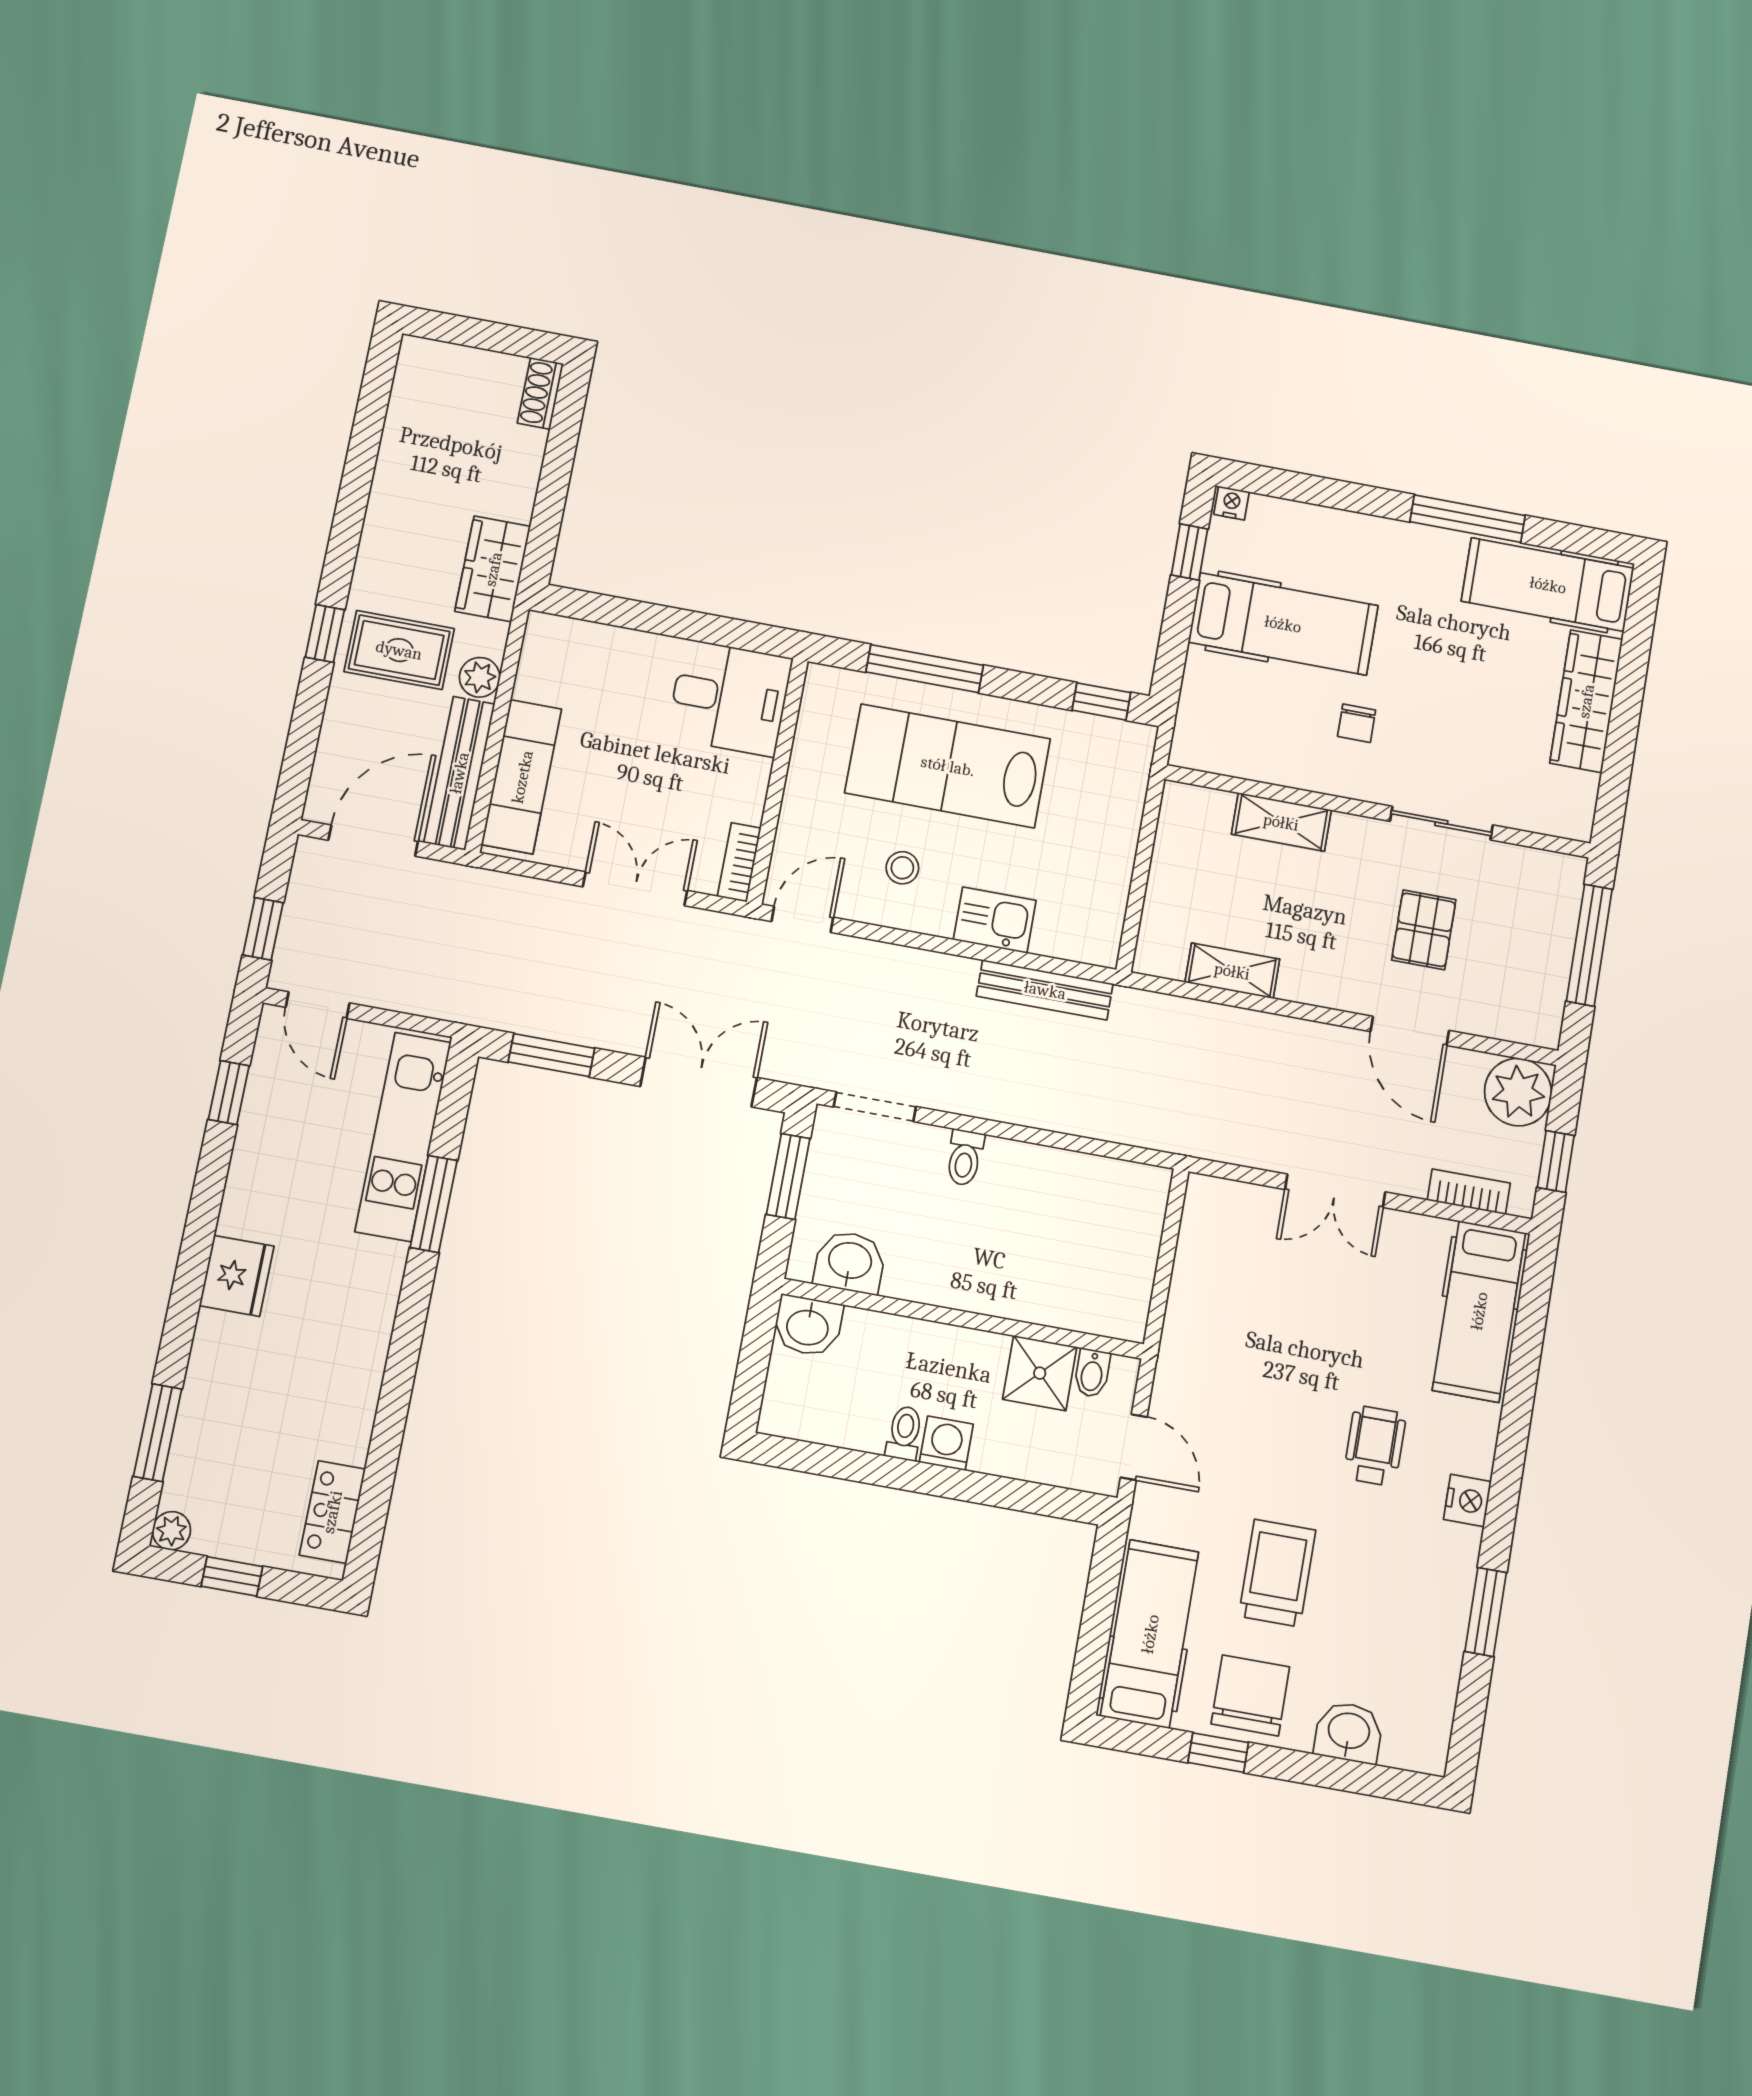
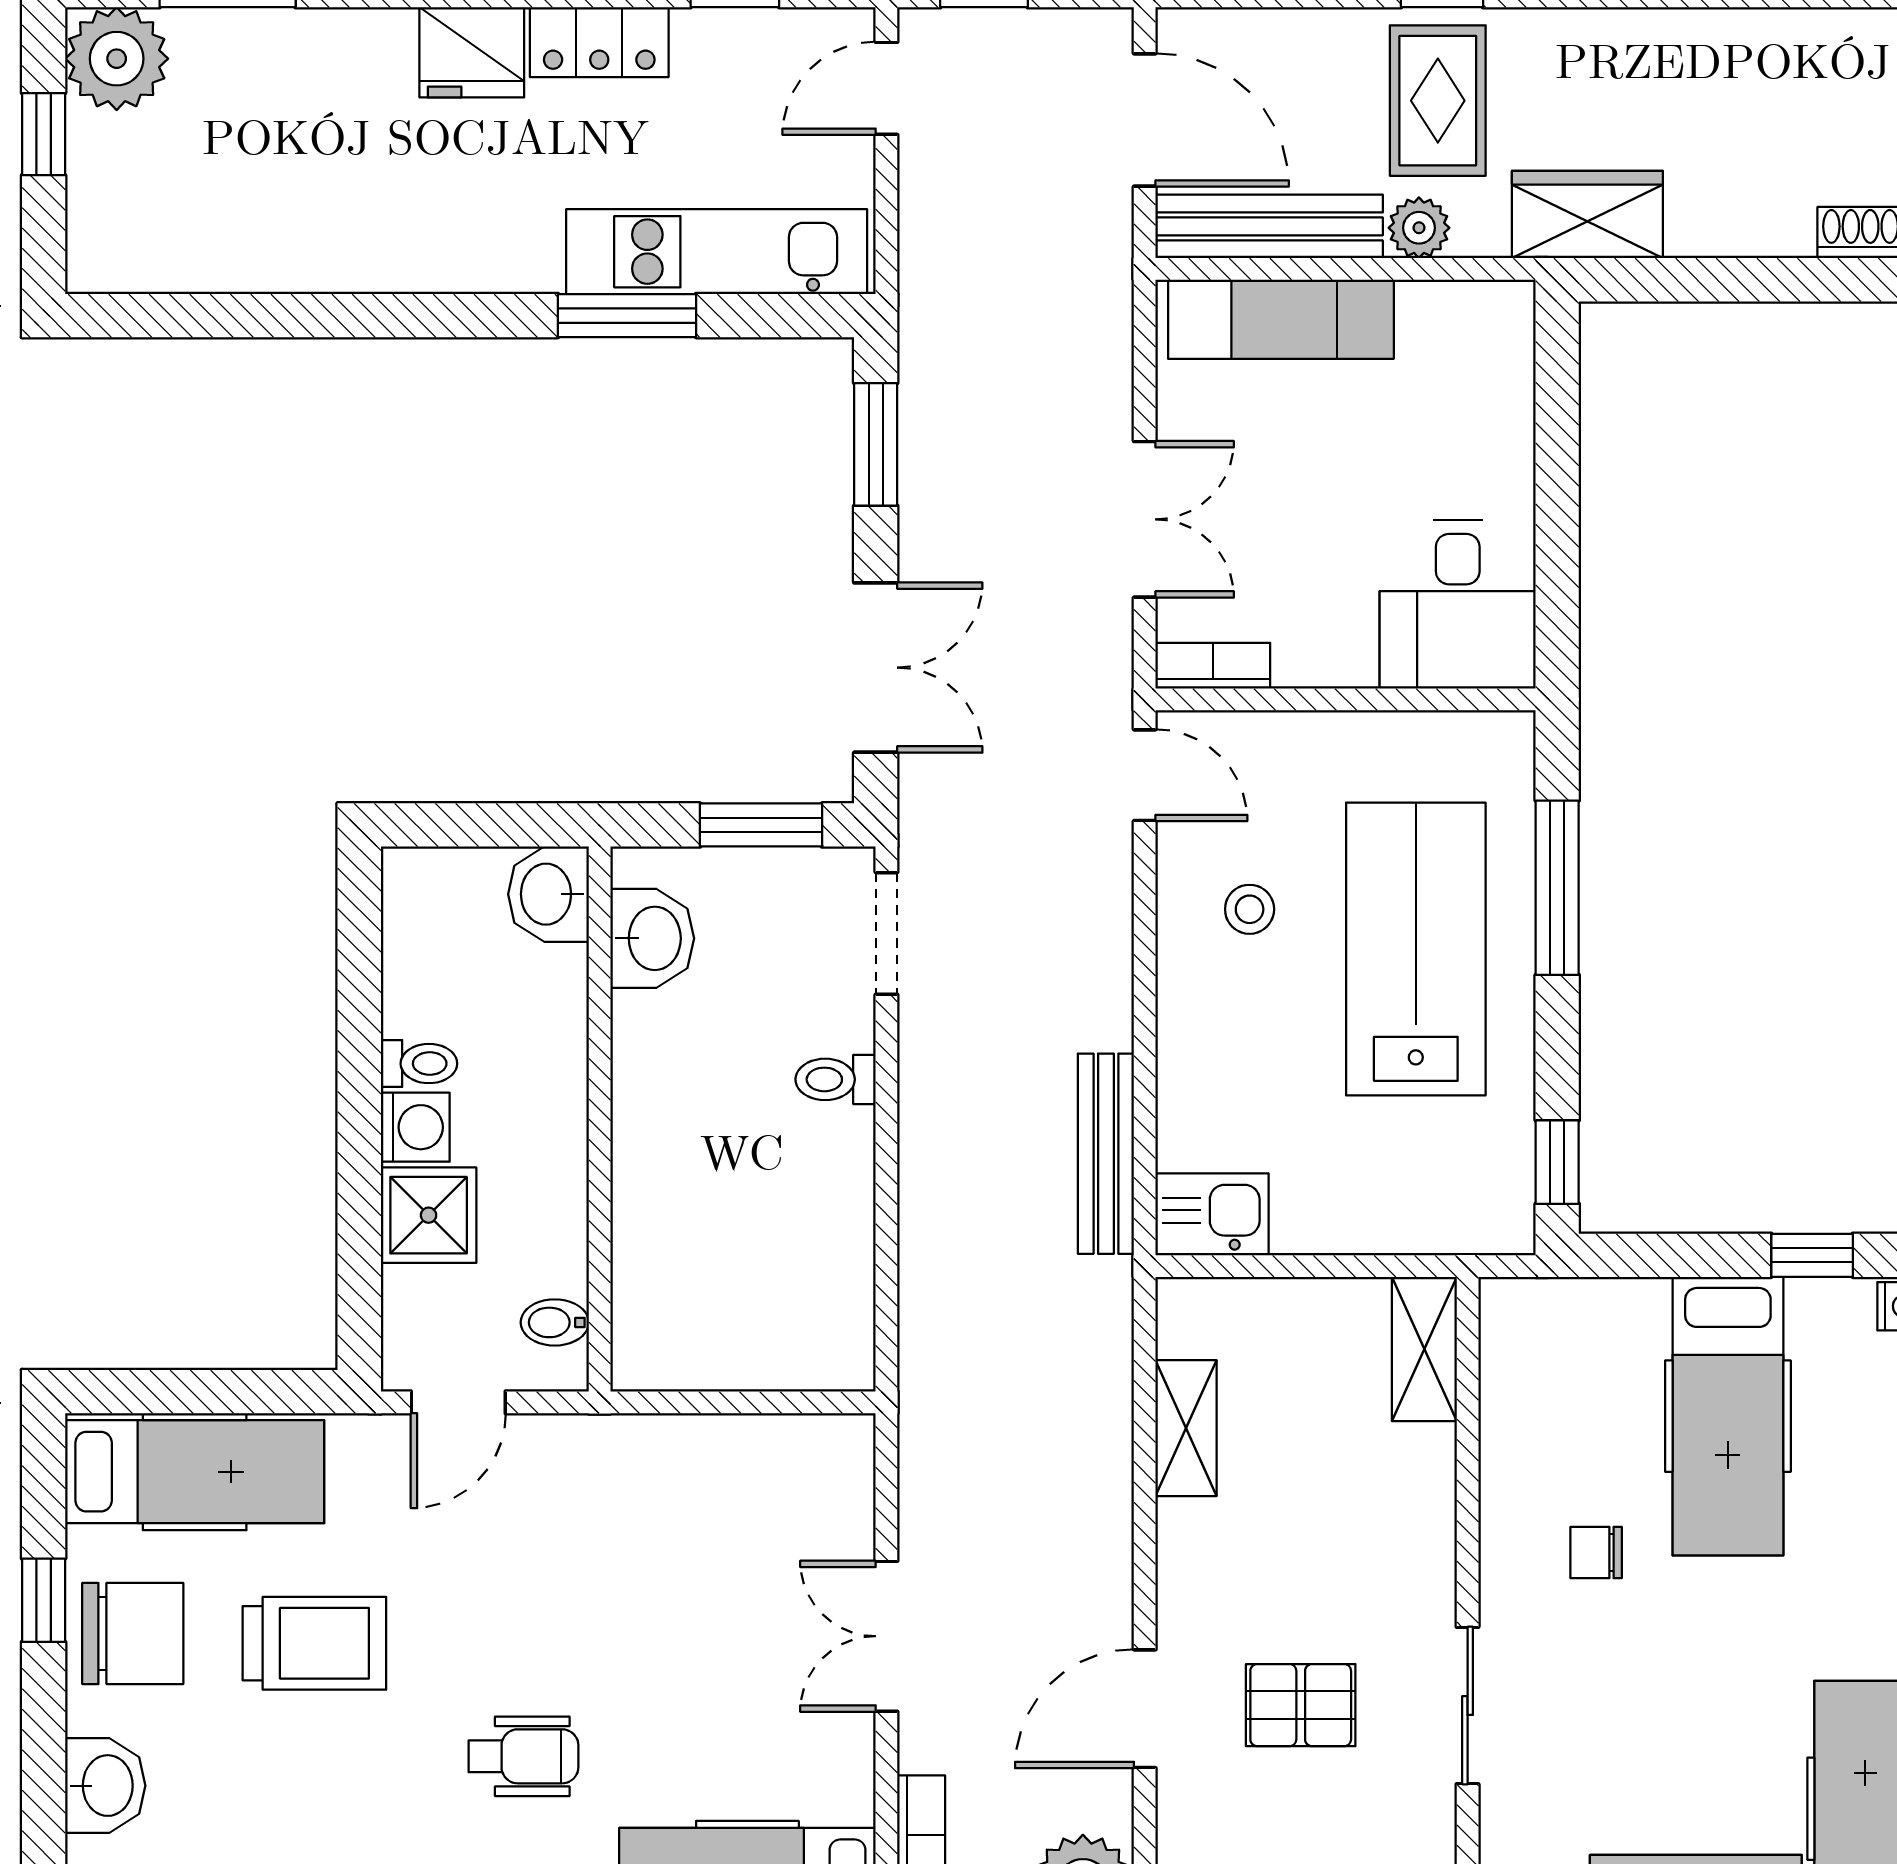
shelving: (1281, 822) -> (1424, 1349), moved
kitchen sink: (995, 920) -> (1212, 1214), moved, turned -90
shower: (1040, 1373) -> (429, 1215), moved
locker: (332, 1512) -> (599, 42), moved, turned 180
plant: (171, 1531) -> (117, 59), width x1.88, depth x1.88

